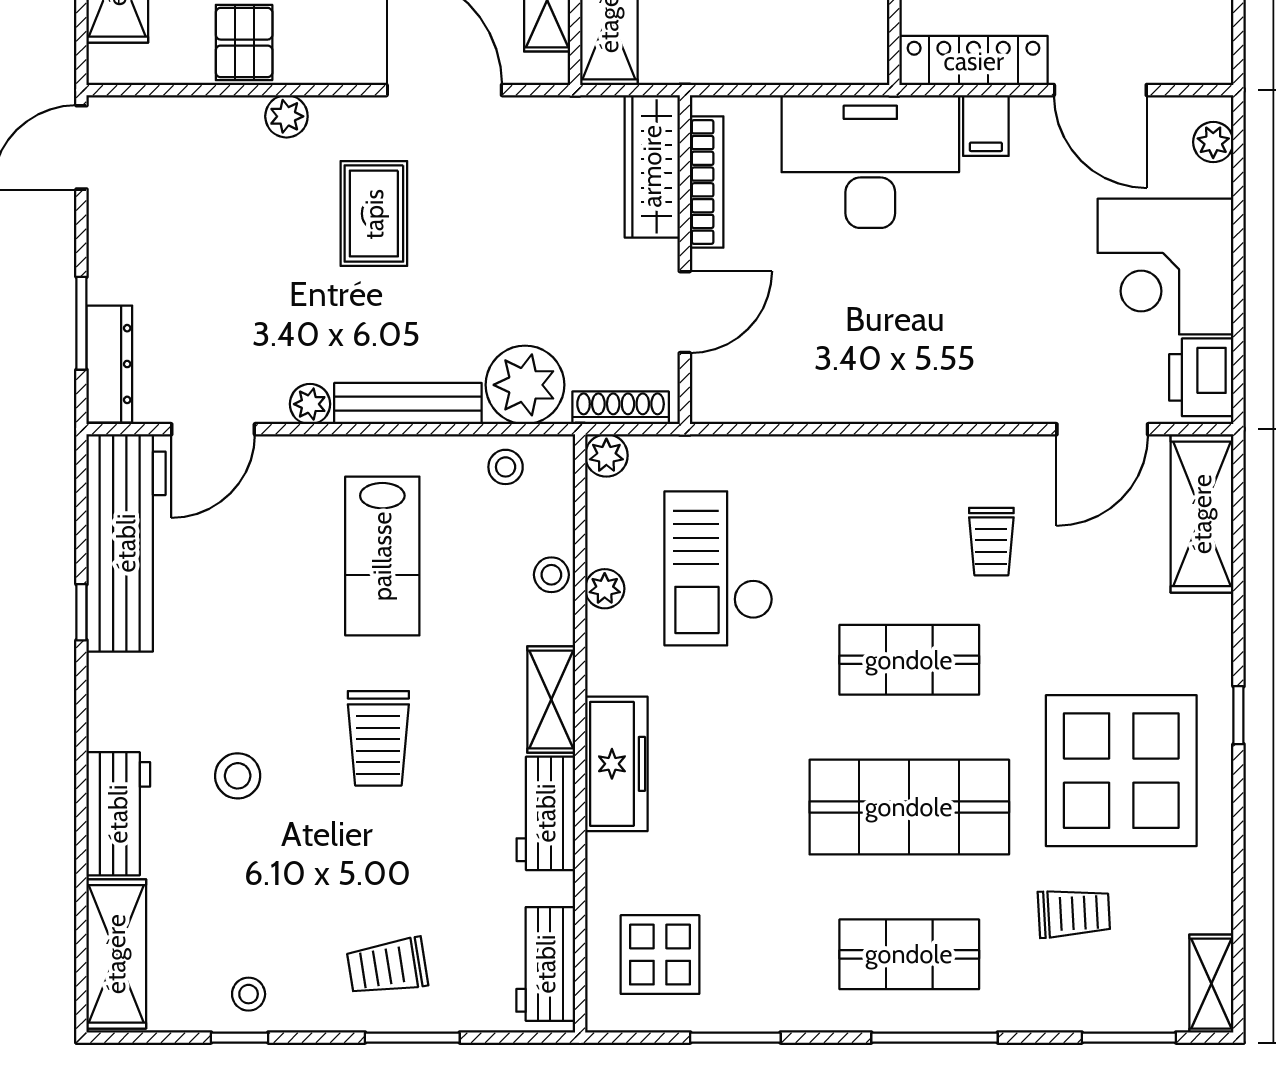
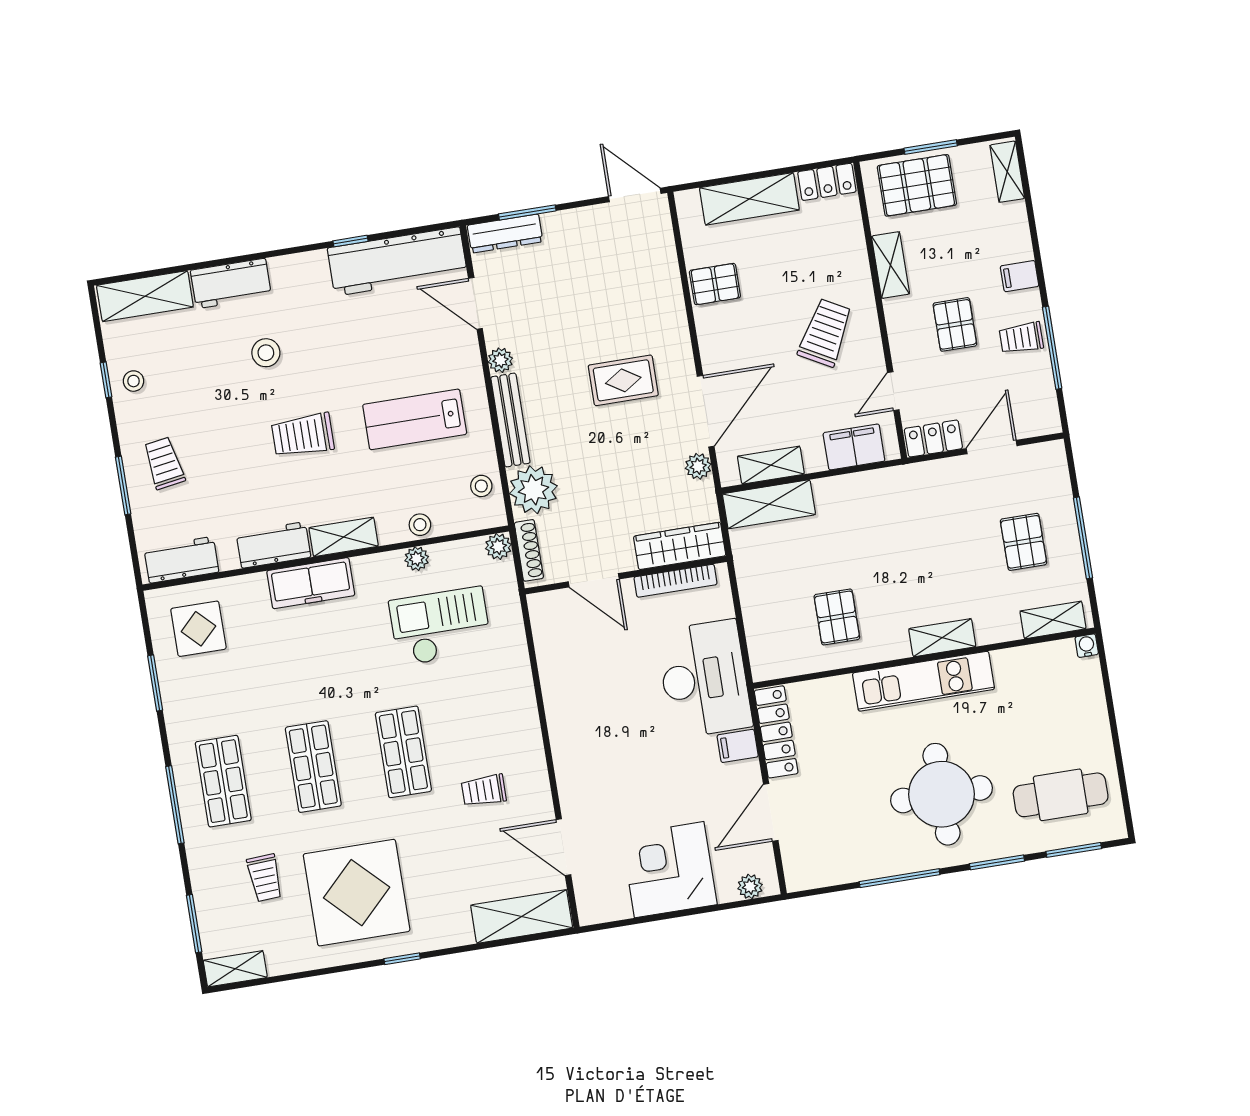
plant: (286, 116) -> (698, 466), moved
printer: (1201, 377) -> (605, 903), removed
shop shelf: (909, 807) -> (313, 767), width x0.70, depth x0.74

